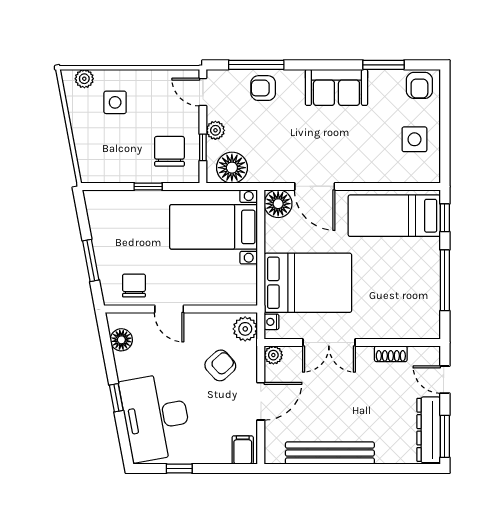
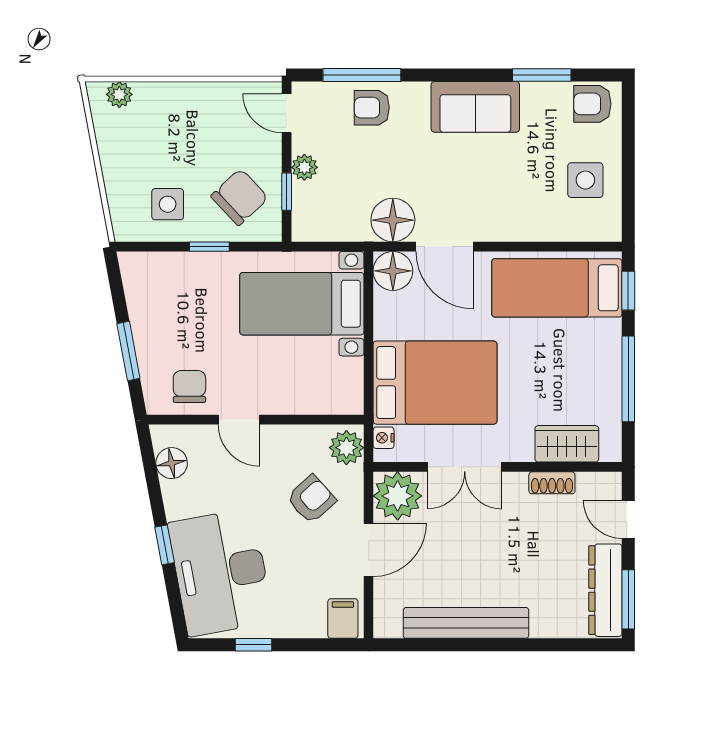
armchair: (419, 85) -> (592, 104), turned 90
side table: (115, 102) -> (168, 204), moved
chair: (169, 151) -> (240, 197), turned 47
floor lamp: (232, 168) -> (393, 220), moved
wardrobe: (401, 326) -> (567, 444), added
plant: (273, 355) -> (398, 496), width x1.87, depth x1.87

